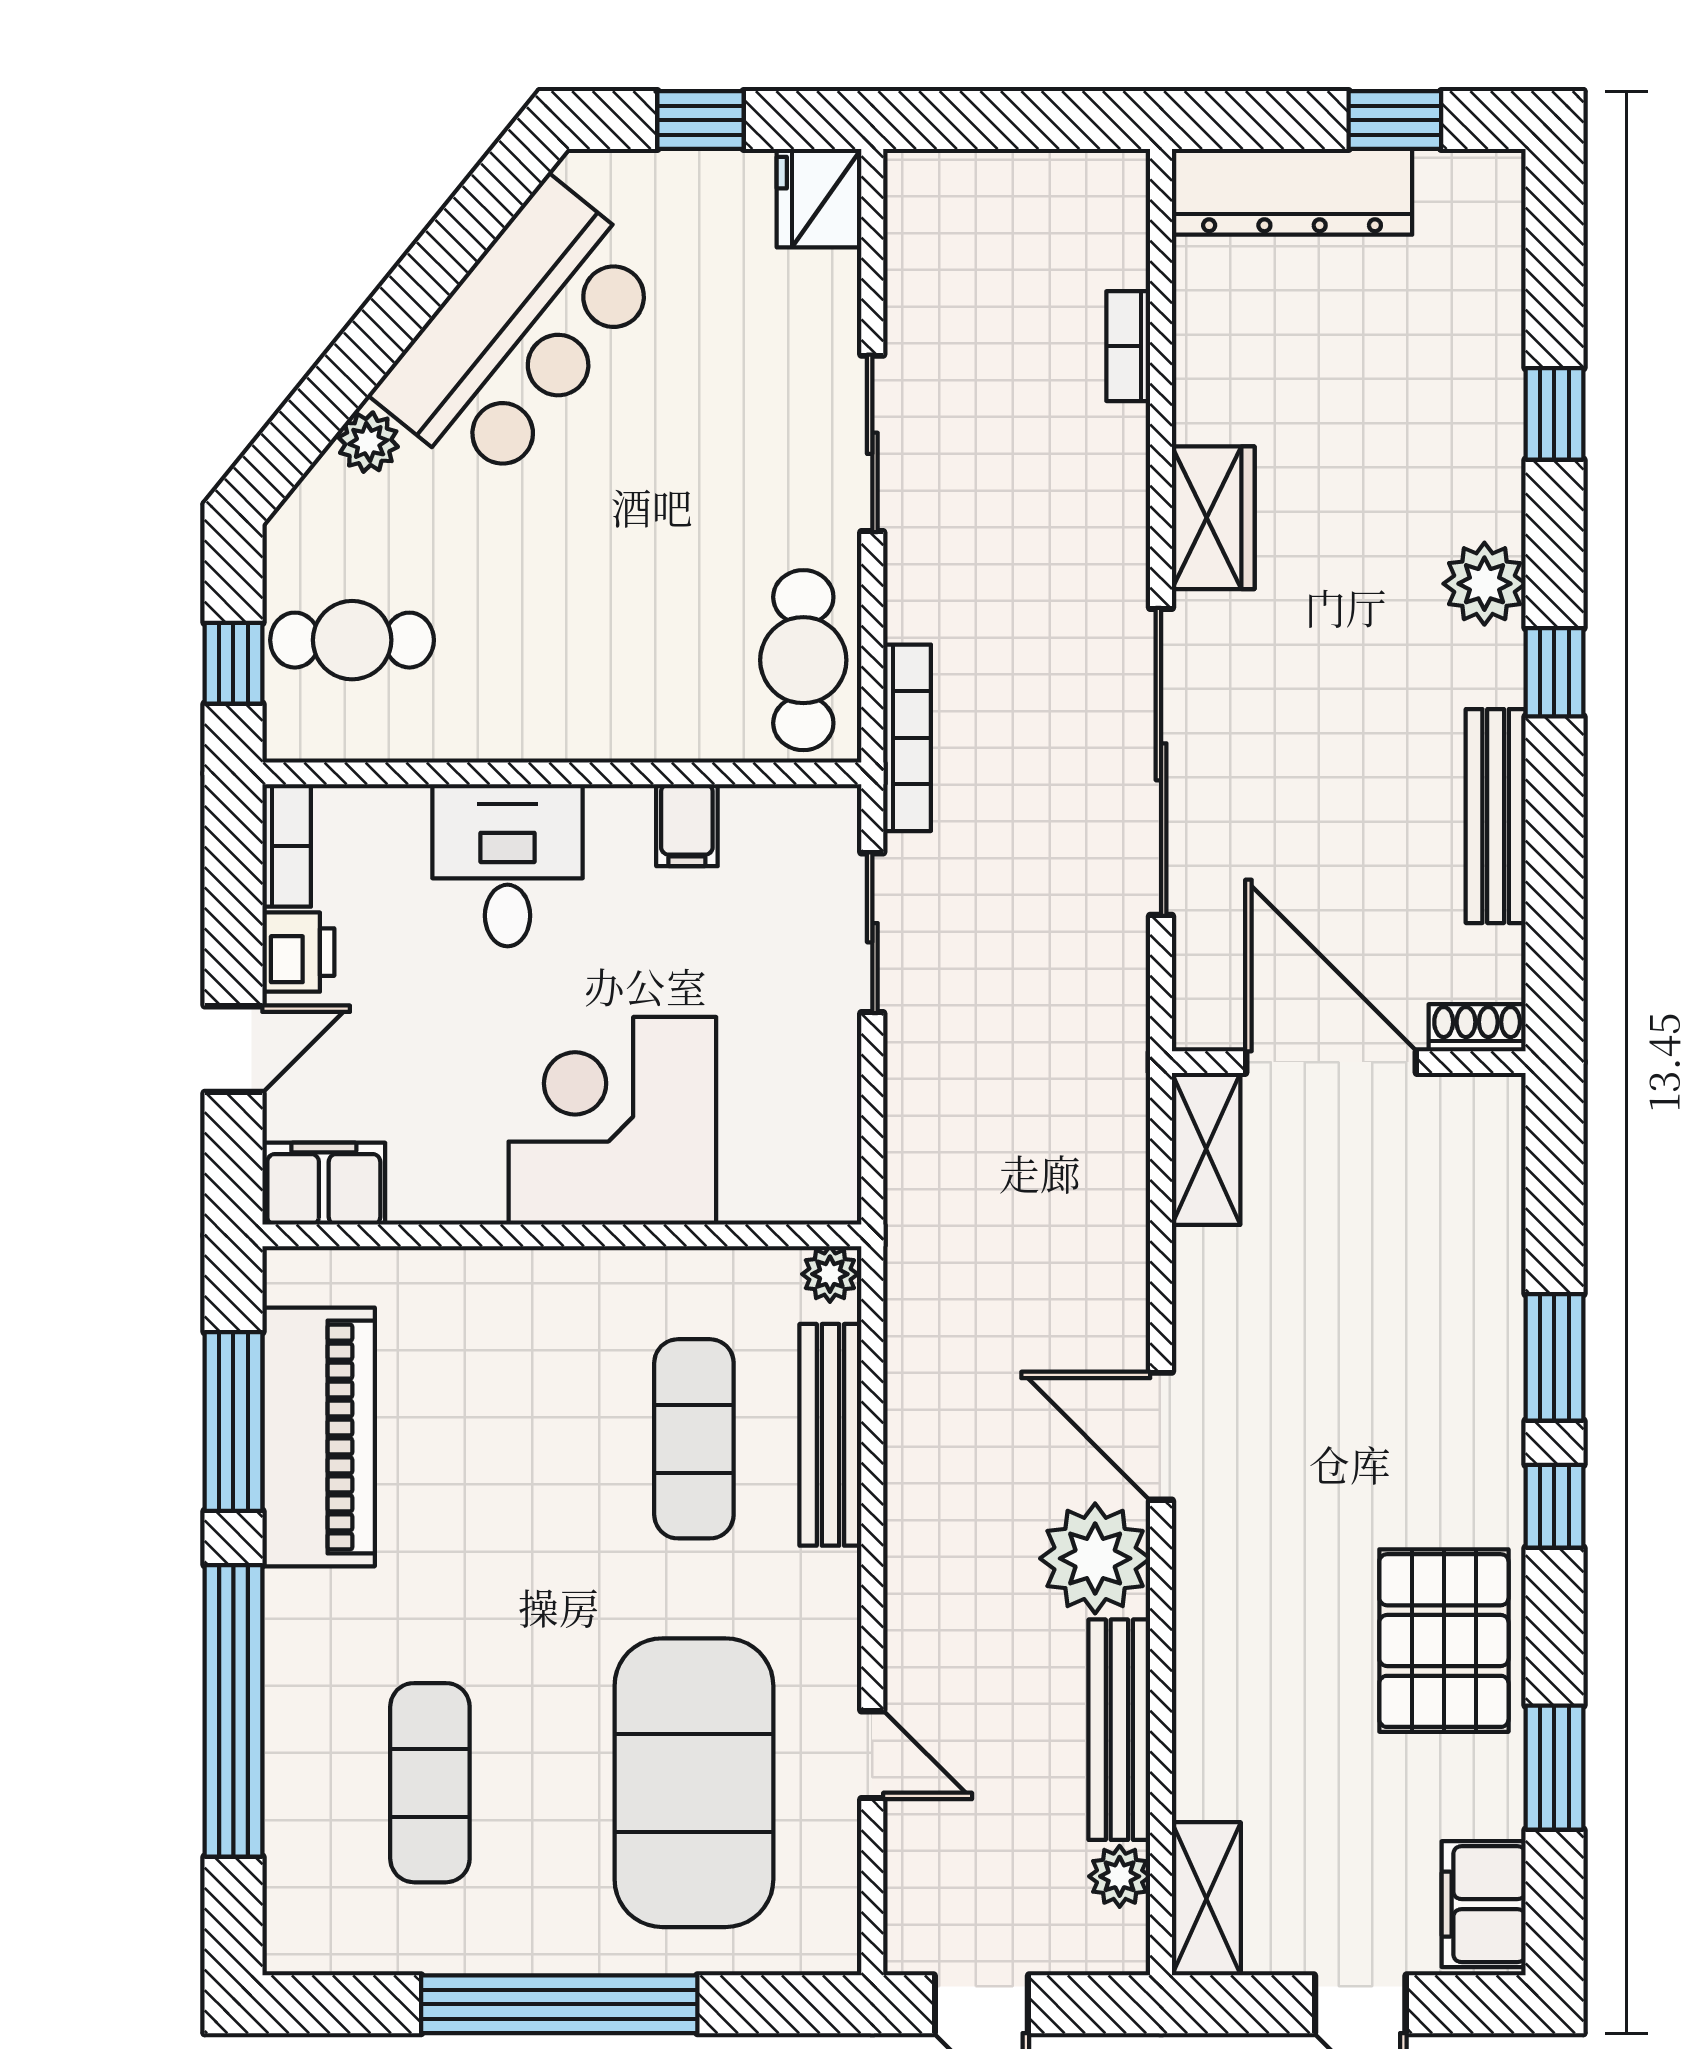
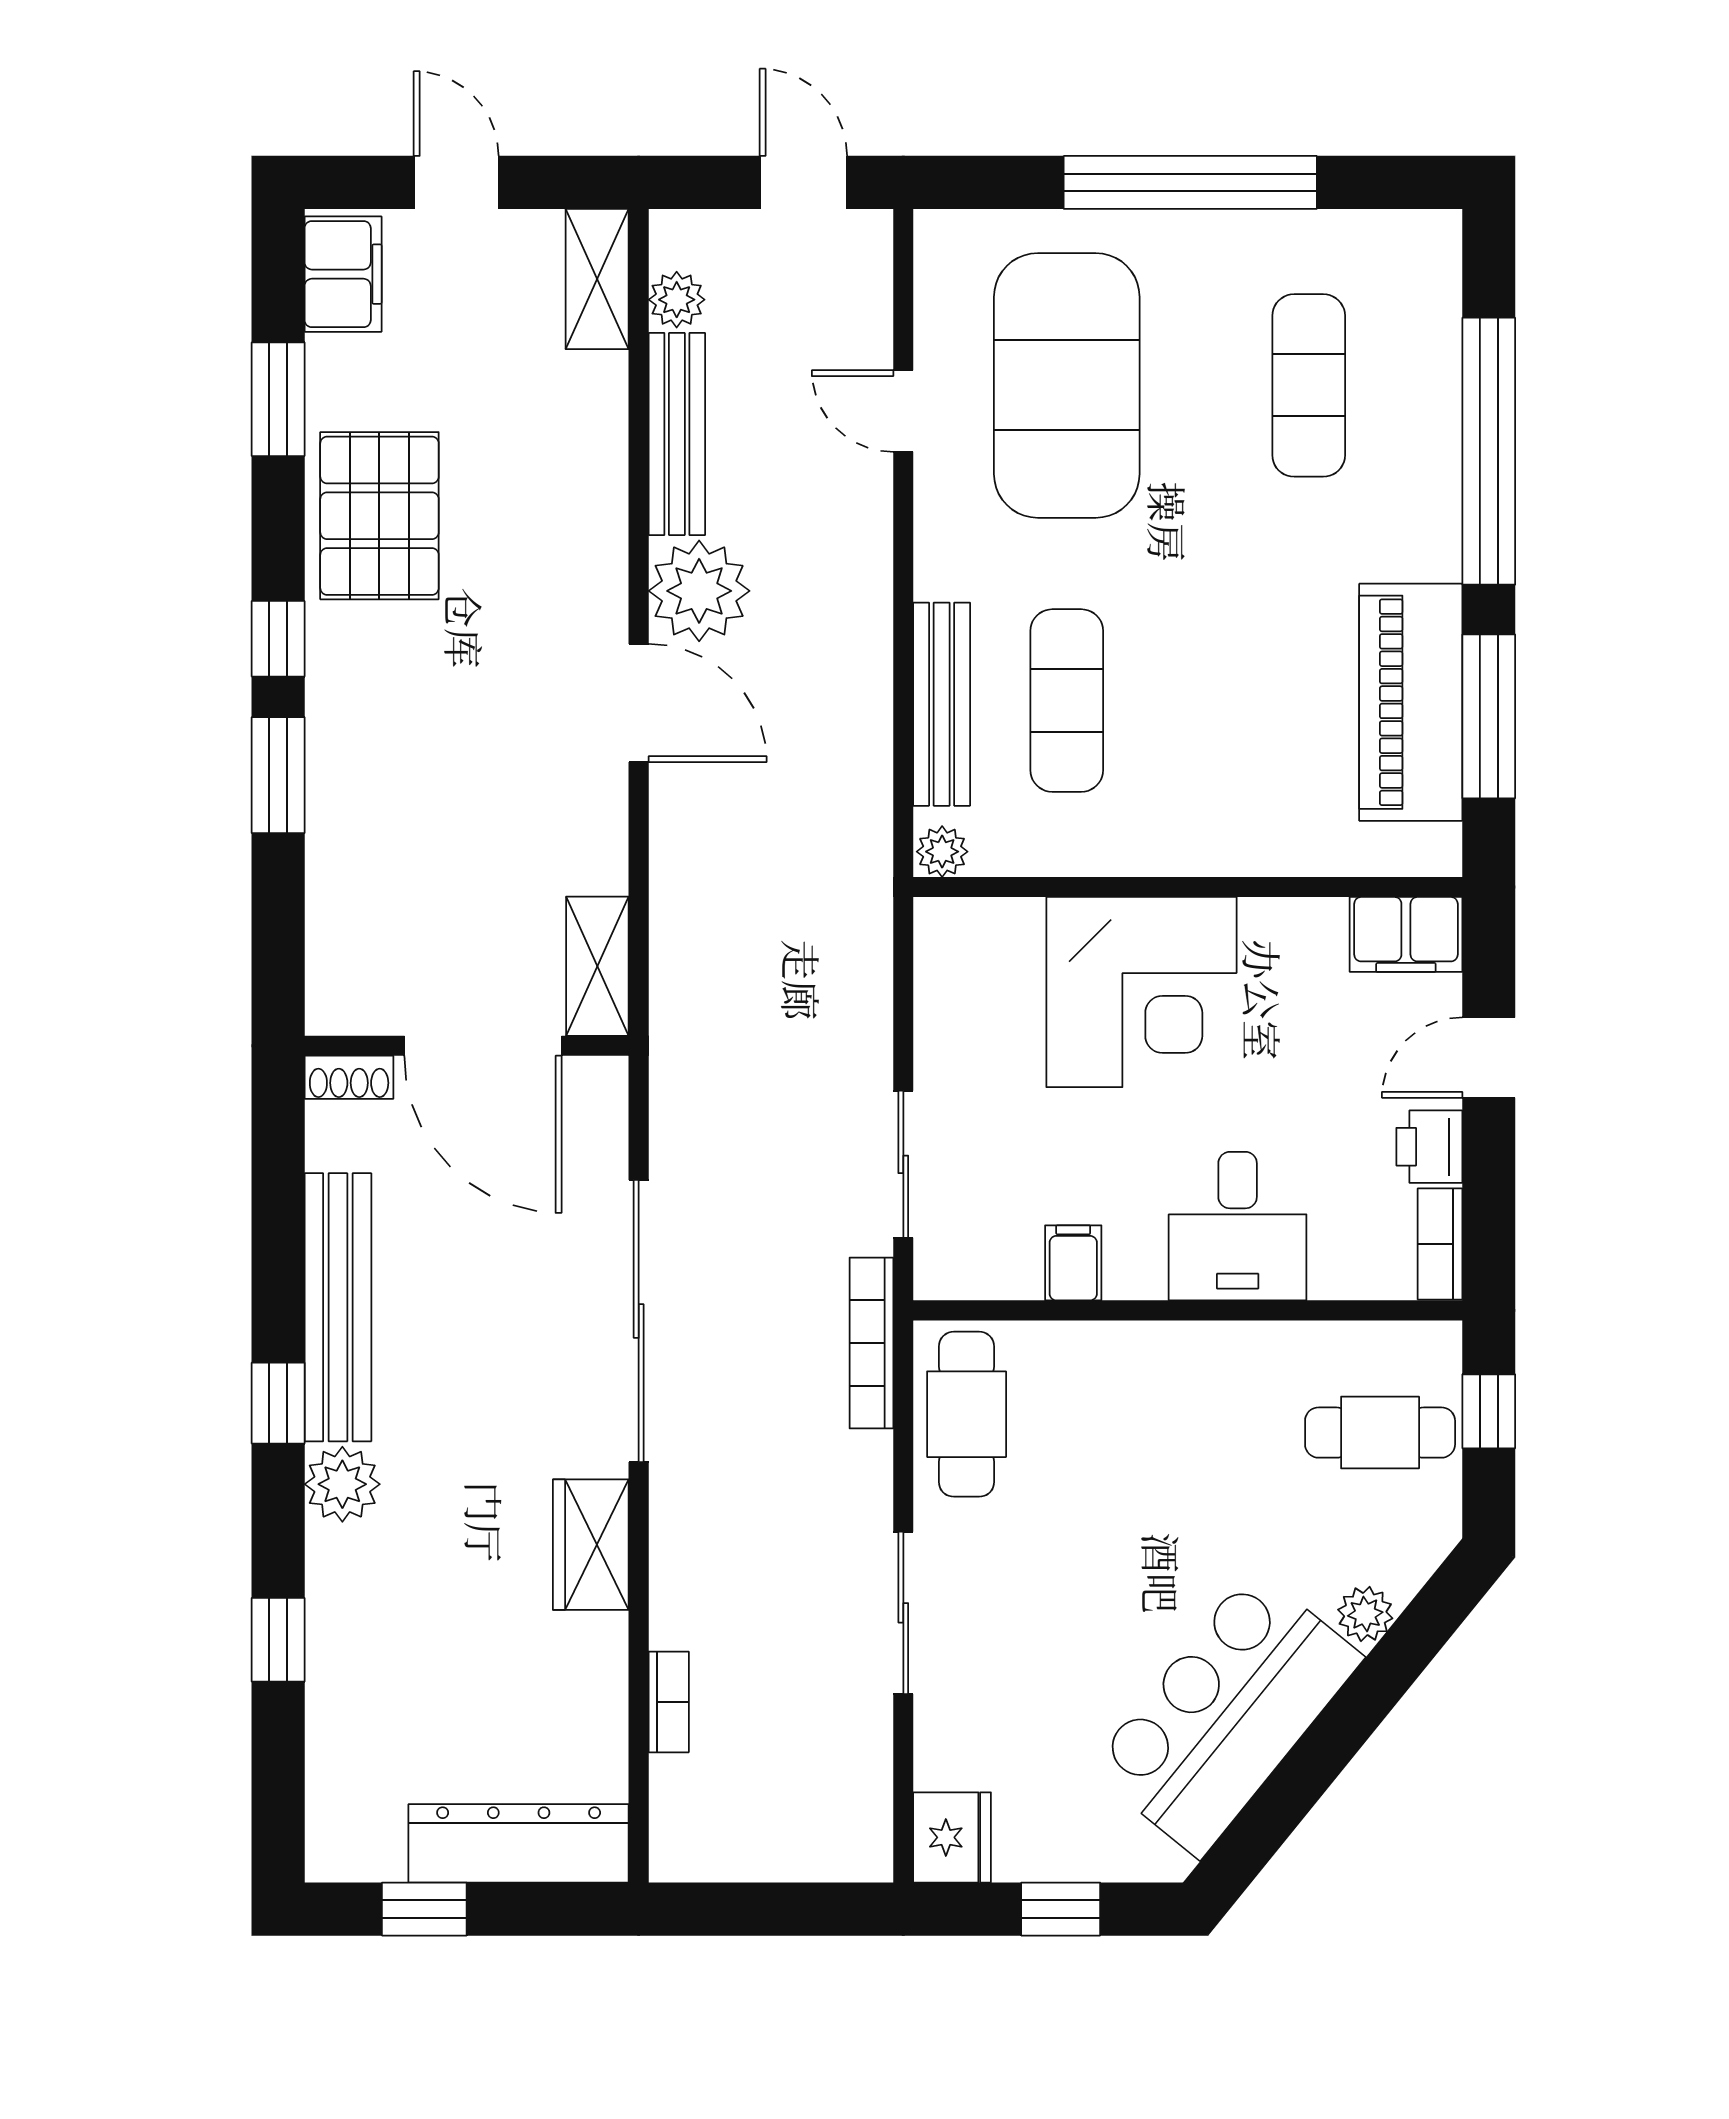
bench: (1496, 816) -> (338, 1307), width x1.37, depth x1.21

